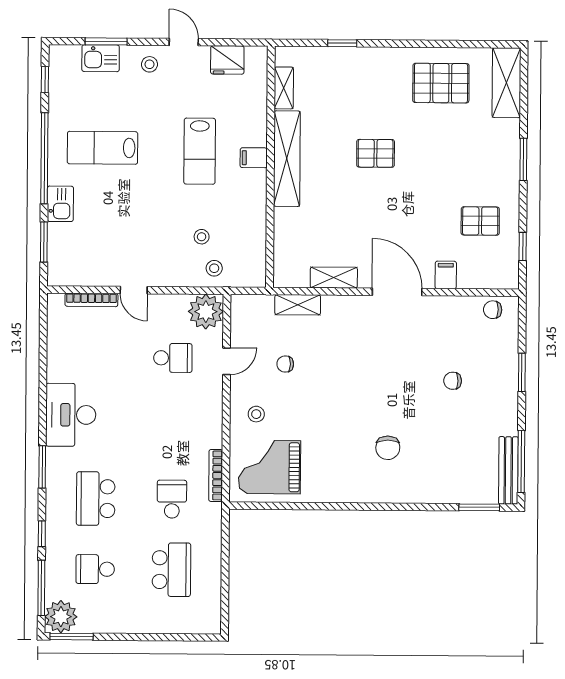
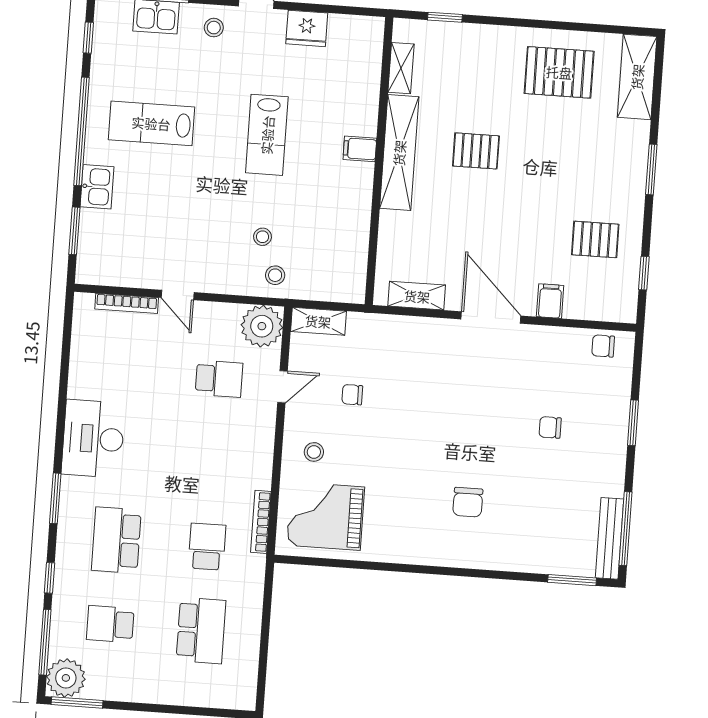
shelving: (284, 88) -> (401, 68), moved
filing cabinet: (254, 158) -> (360, 149), moved
shelving: (287, 159) -> (399, 153), moved
wall: (270, 167) -> (379, 161), moved
shelving: (298, 305) -> (318, 321), moved

